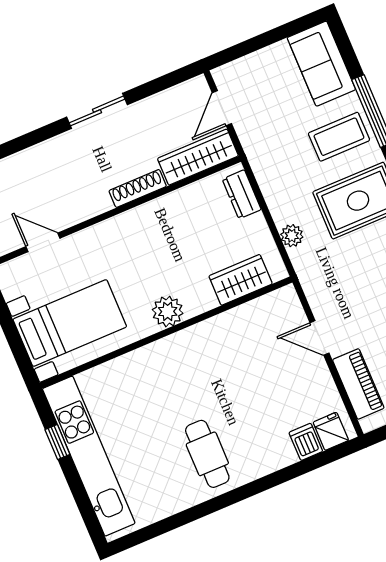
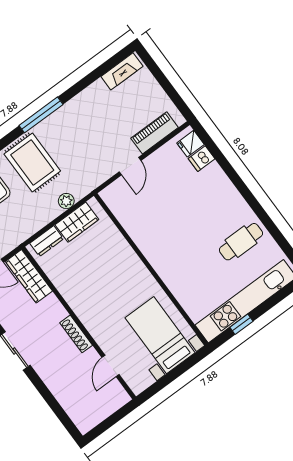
shoe rack: (138, 188) -> (76, 334), moved
wardrobe: (241, 280) -> (77, 222), moved, turned -90
plant: (168, 311) -> (137, 272), removed
cafe table: (207, 454) -> (241, 242), moved

